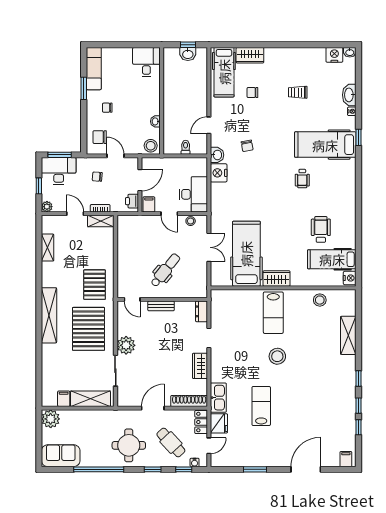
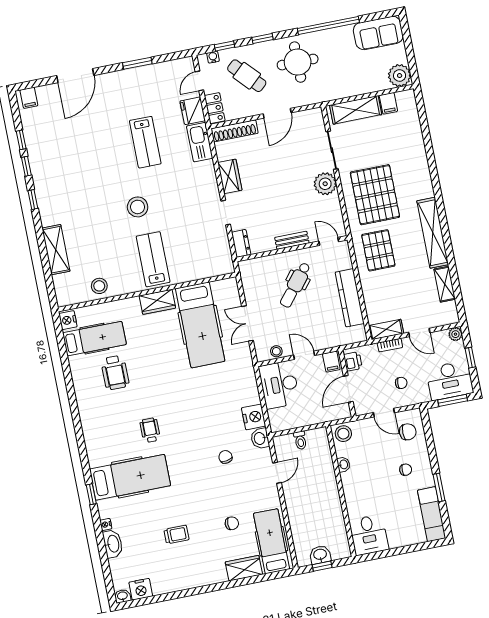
kitchen counter: (125, 252) -> (350, 298), added
shelving: (49, 315) -> (433, 233), moved

